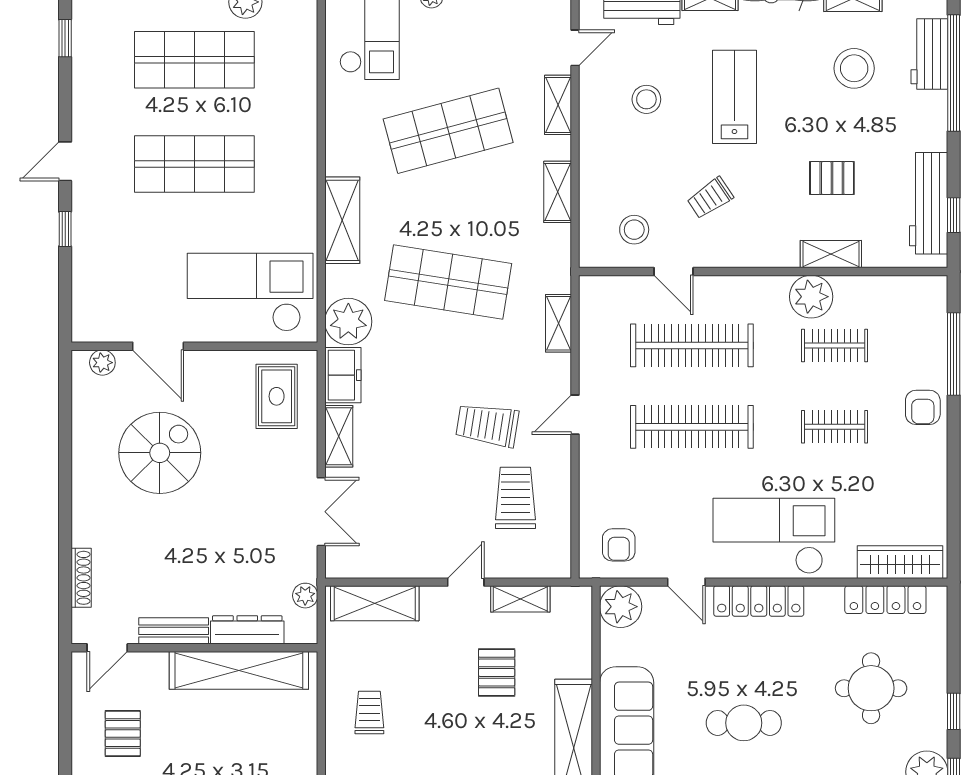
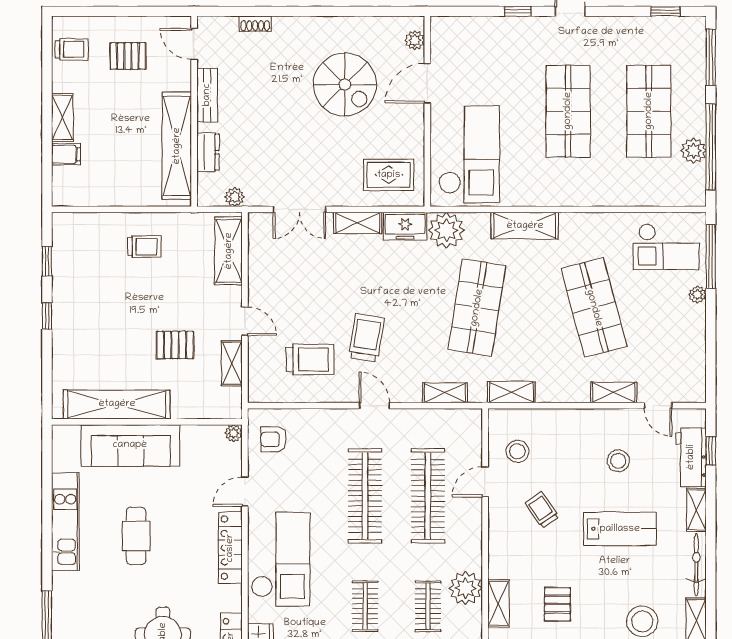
shelving: (558, 192) -> (511, 392), moved
shoe rack: (81, 578) -> (255, 24), width x0.70
plant: (621, 607) -> (234, 433), width x0.53, depth x0.53
dresser: (247, 630) -> (208, 152), width x0.70

